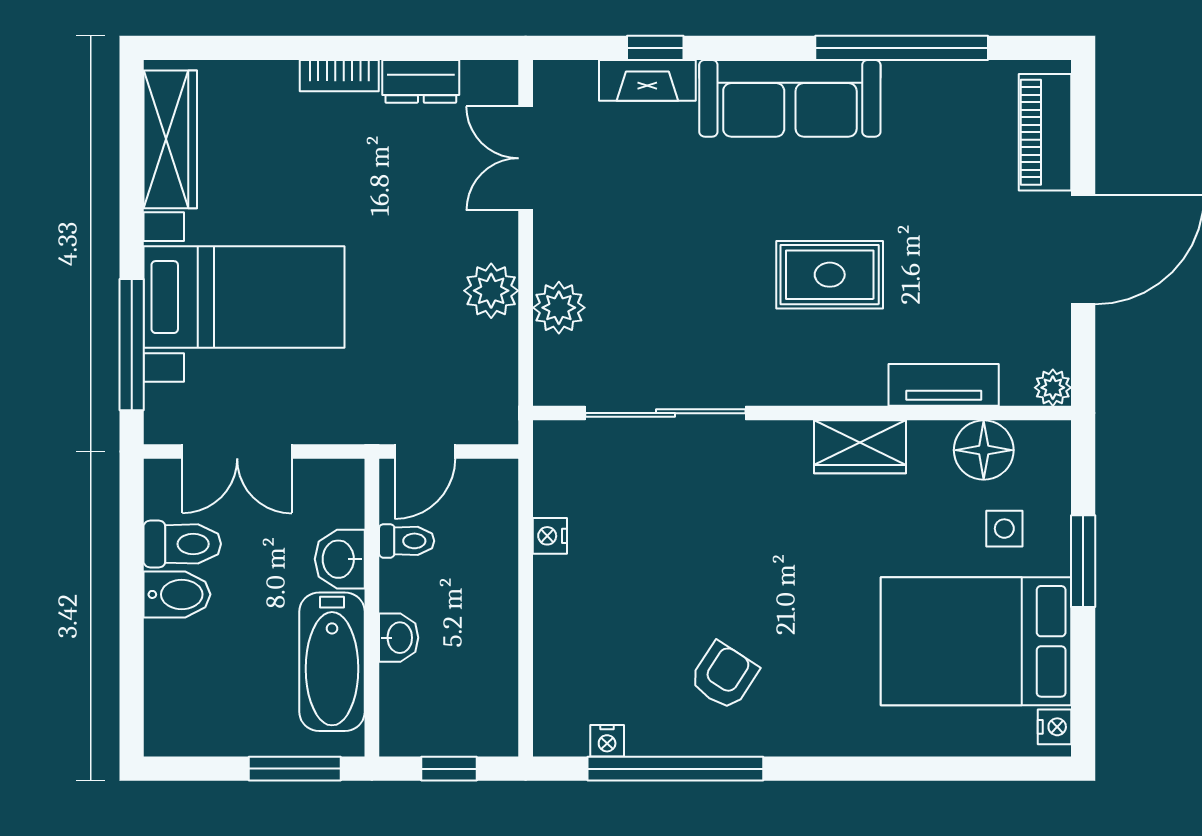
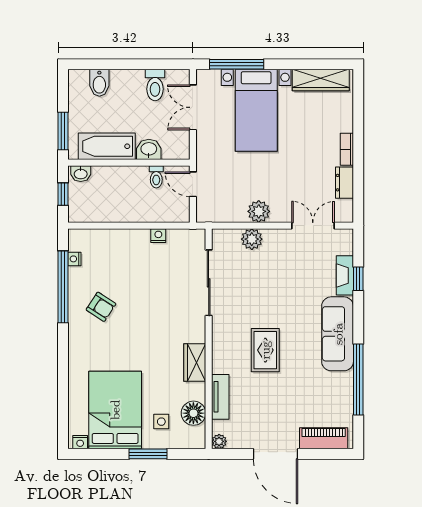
bidet: (177, 594) -> (99, 83), moved
washbasin: (399, 638) -> (81, 174), moved

